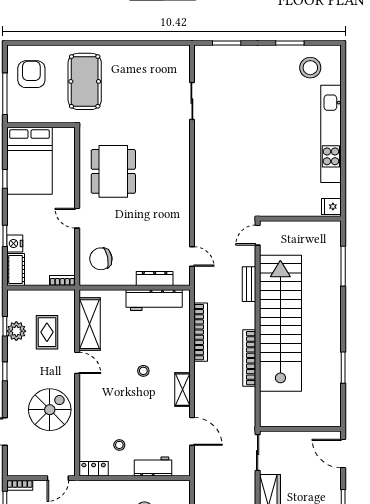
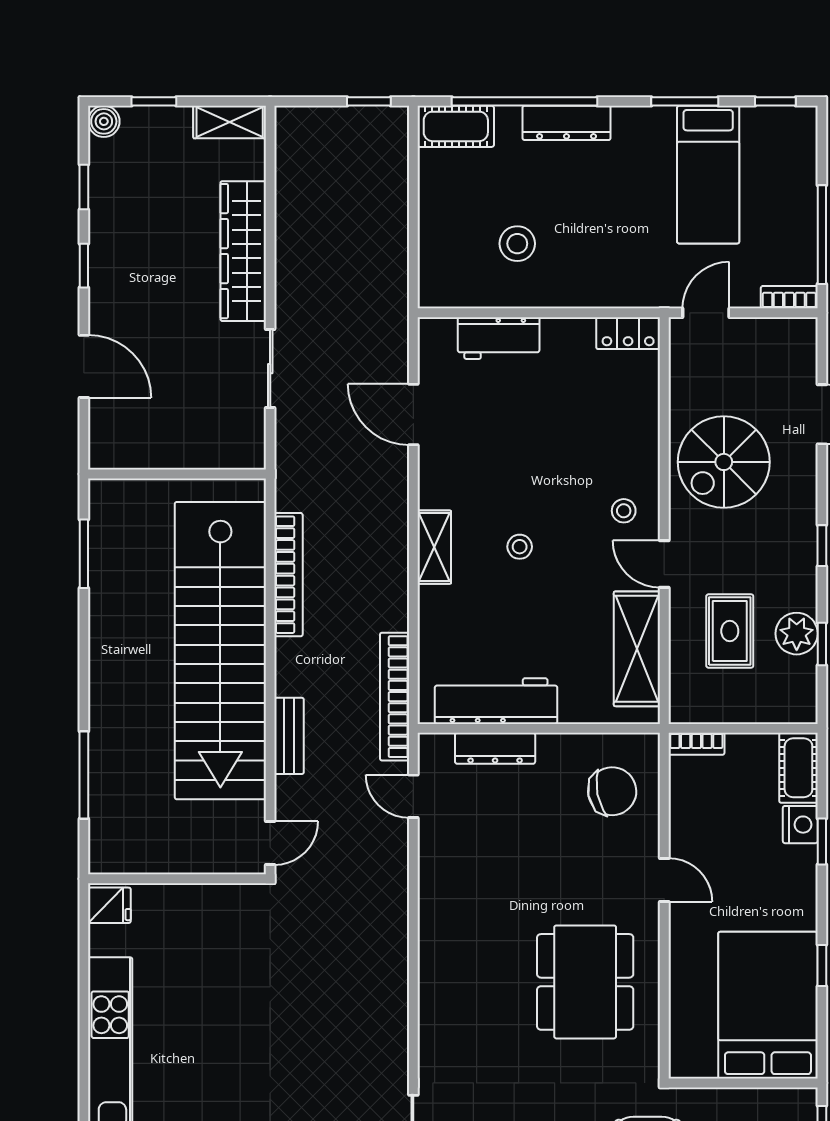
bookcase: (201, 332) -> (395, 697), moved
shelving: (182, 390) -> (434, 547), moved
wall: (300, 429) -> (177, 474), moved
stool: (119, 445) -> (624, 511), moved

